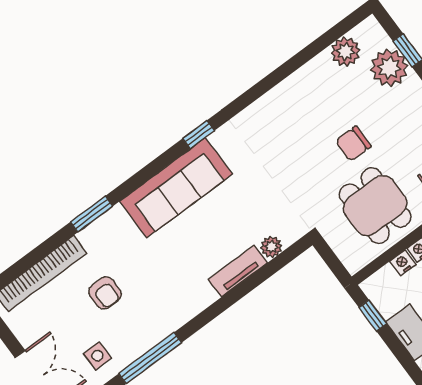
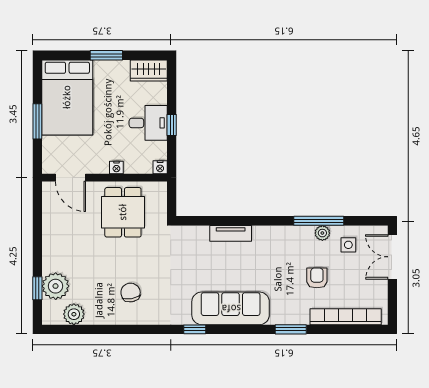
chair: (353, 144) -> (131, 293), moved, turned -100
plant: (271, 247) -> (322, 233), moved
nightstand: (403, 263) -> (160, 167), moved
window: (373, 316) -> (172, 125), moved

